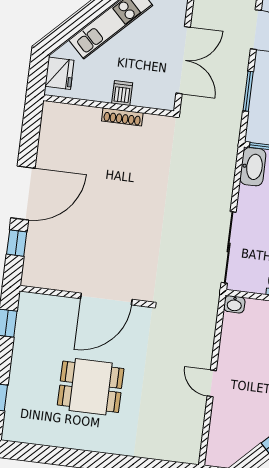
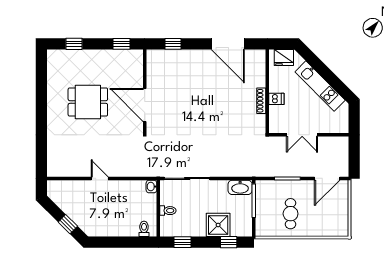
double door: (183, 60) -> (302, 135), width x0.73
door: (23, 193) -> (228, 44), moved
door: (212, 383) -> (100, 178), hinge flipped
dining table: (91, 387) -> (88, 102), turned 90

